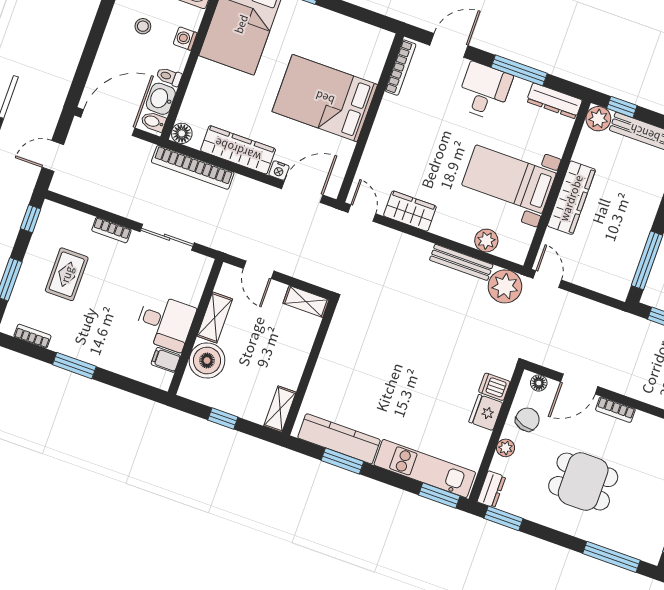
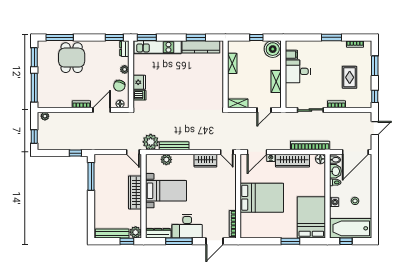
desk: (484, 91) -> (187, 226), width x1.37
door: (259, 270) -> (264, 110), swing flipped
boiler: (207, 361) -> (273, 49), moved
shelving: (280, 409) -> (232, 63), moved
dining table: (583, 482) -> (72, 58), moved, turned 90

